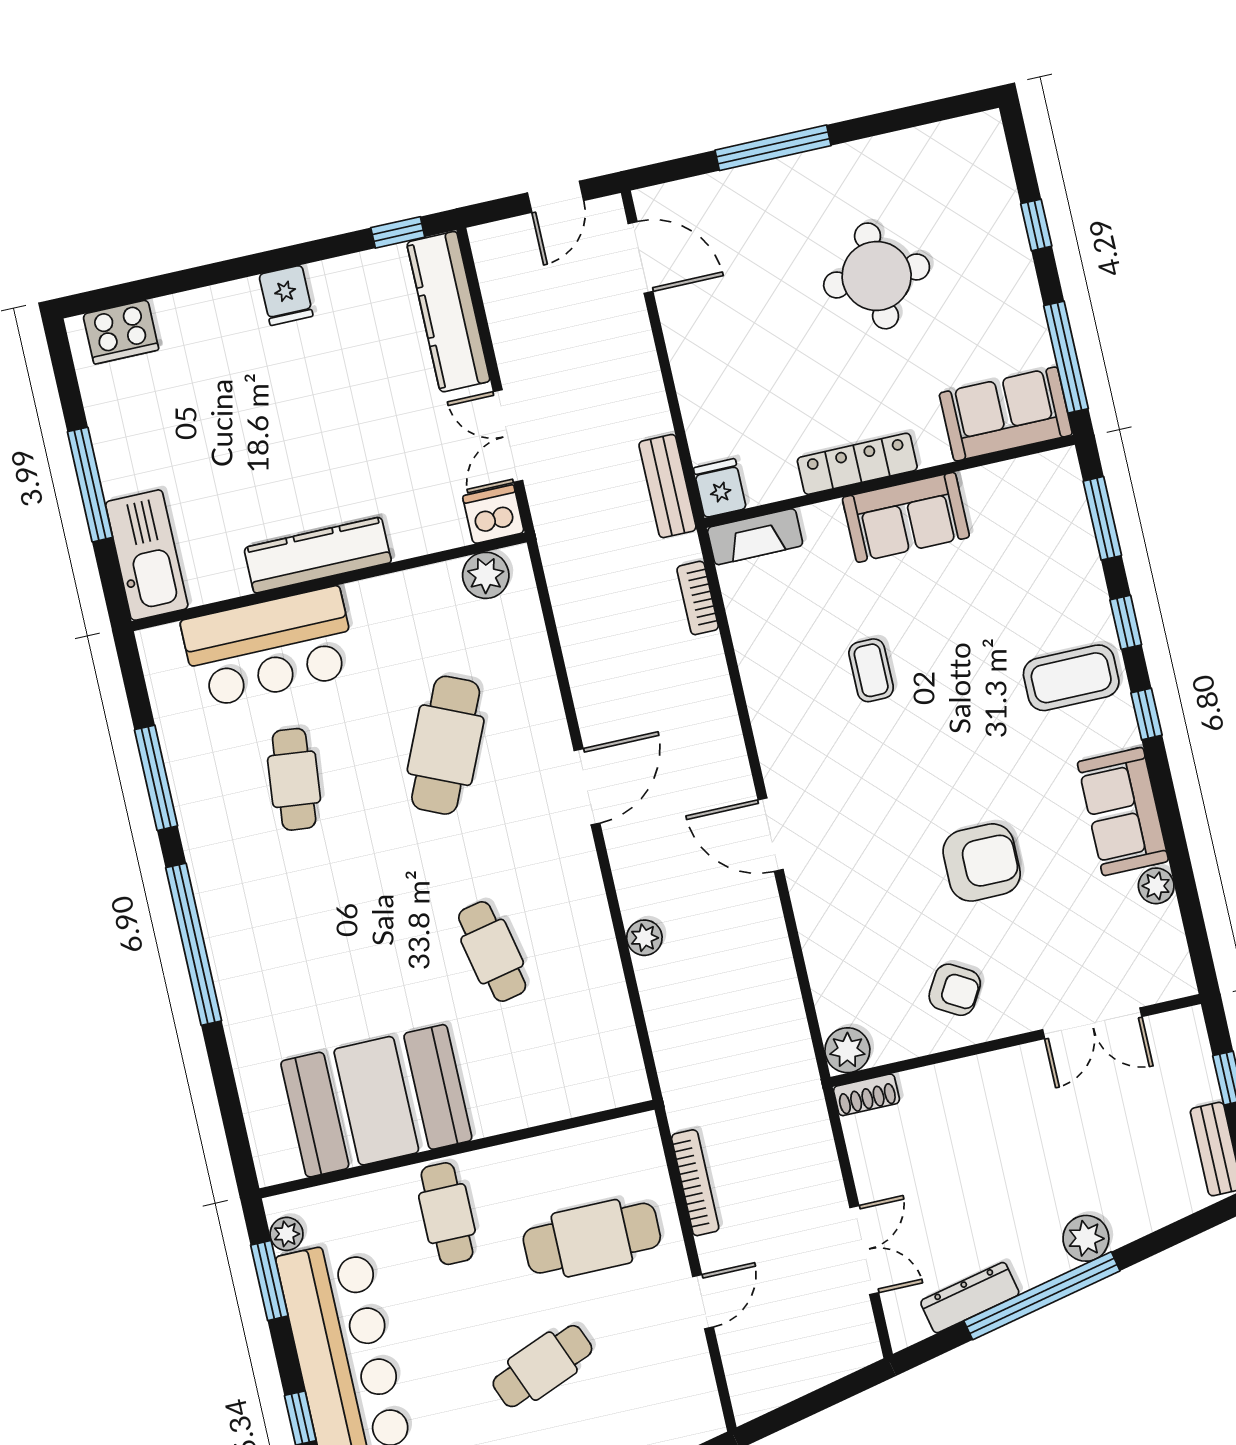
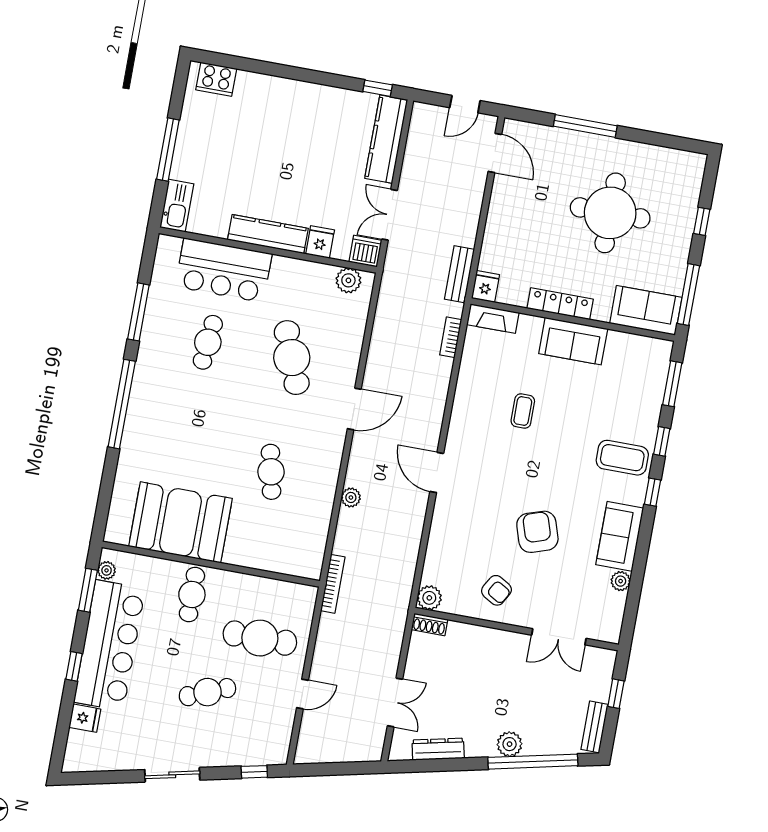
round table: (877, 276) -> (610, 213), width x1.36, depth x1.36
fridge: (286, 295) -> (320, 242), moved, turned 180
kitchen sink: (147, 555) -> (177, 206), width x0.73, depth x0.81
cafe table: (446, 745) -> (292, 358), turned -45
armchair: (982, 862) -> (537, 532), turned -108
bookcase: (695, 1183) -> (333, 584), moved
window: (1042, 1296) -> (533, 762), moved

